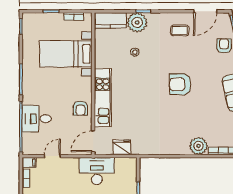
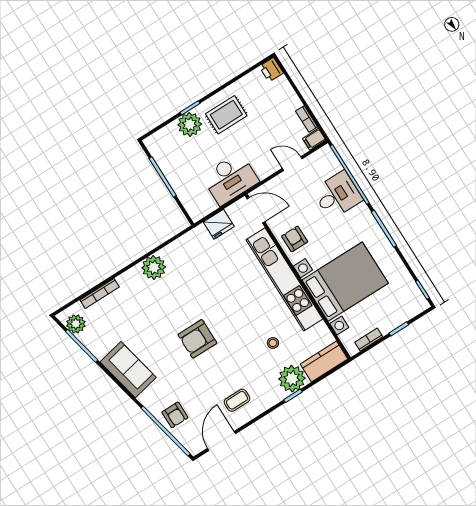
bed with nightstands: (66, 54) -> (345, 282), width x1.36
armchair: (180, 84) -> (197, 339), turned 180
kitchen unit: (103, 98) -> (284, 279), width x1.36
door: (93, 141) -> (256, 210), hinge flipped
plant: (199, 146) -> (154, 267), moved
door: (52, 156) -> (292, 164), swing flipped

